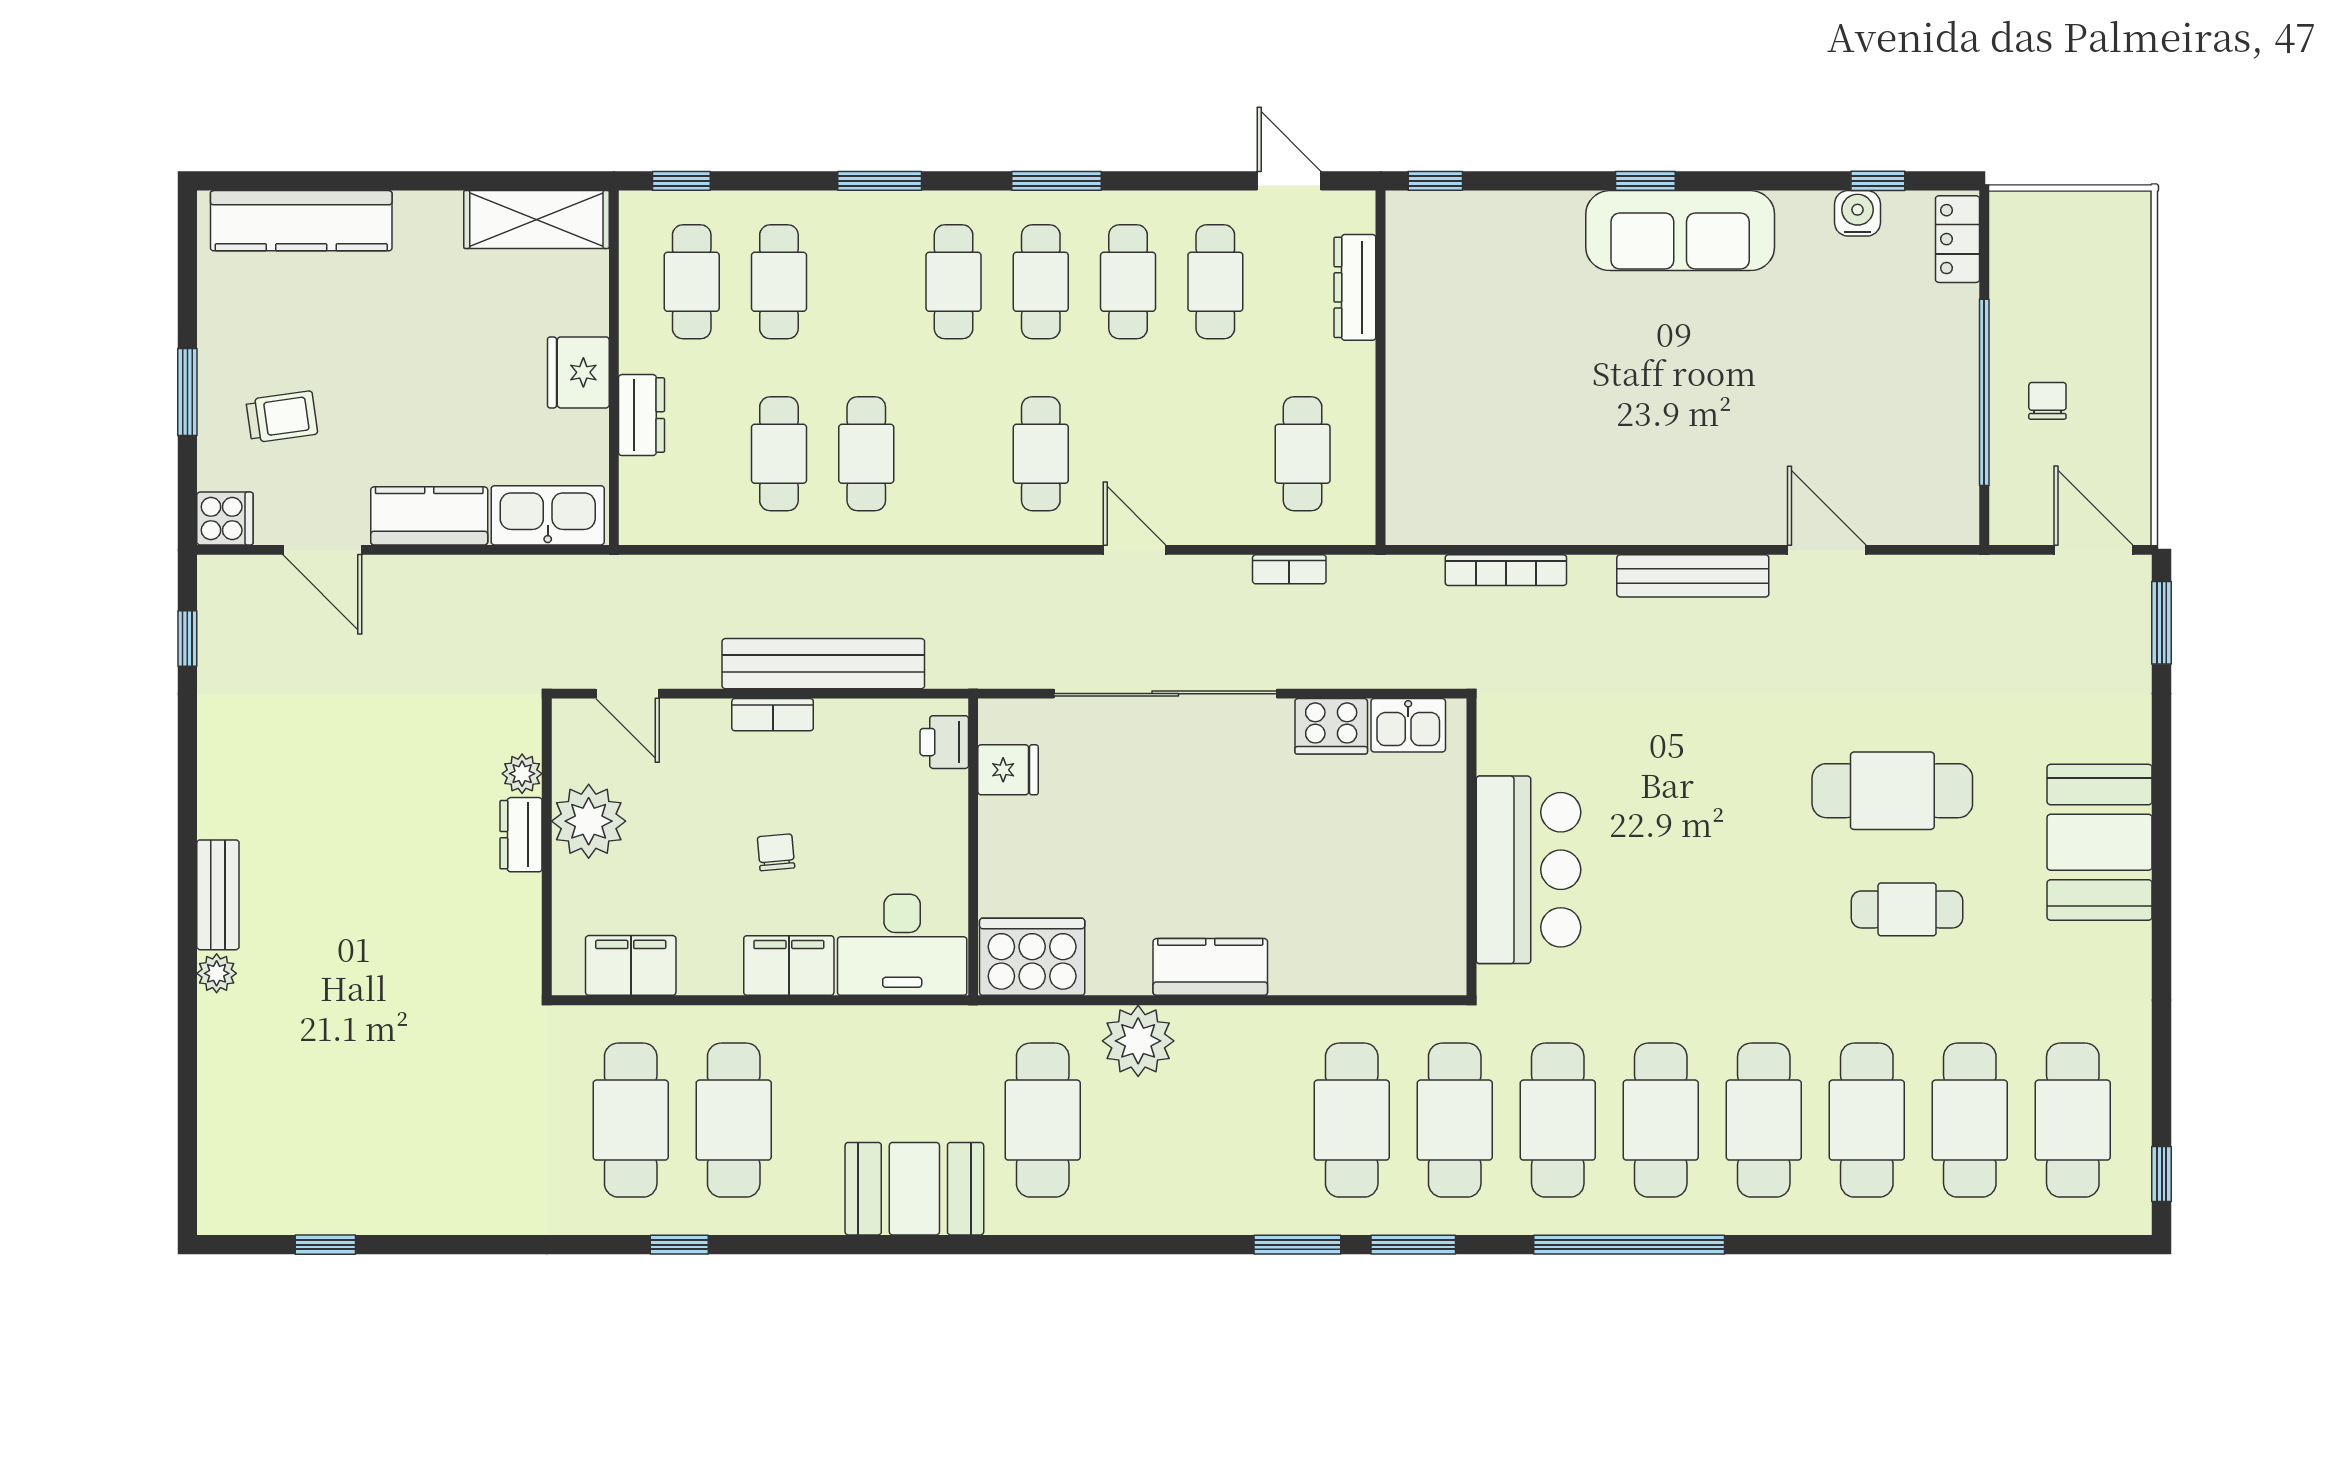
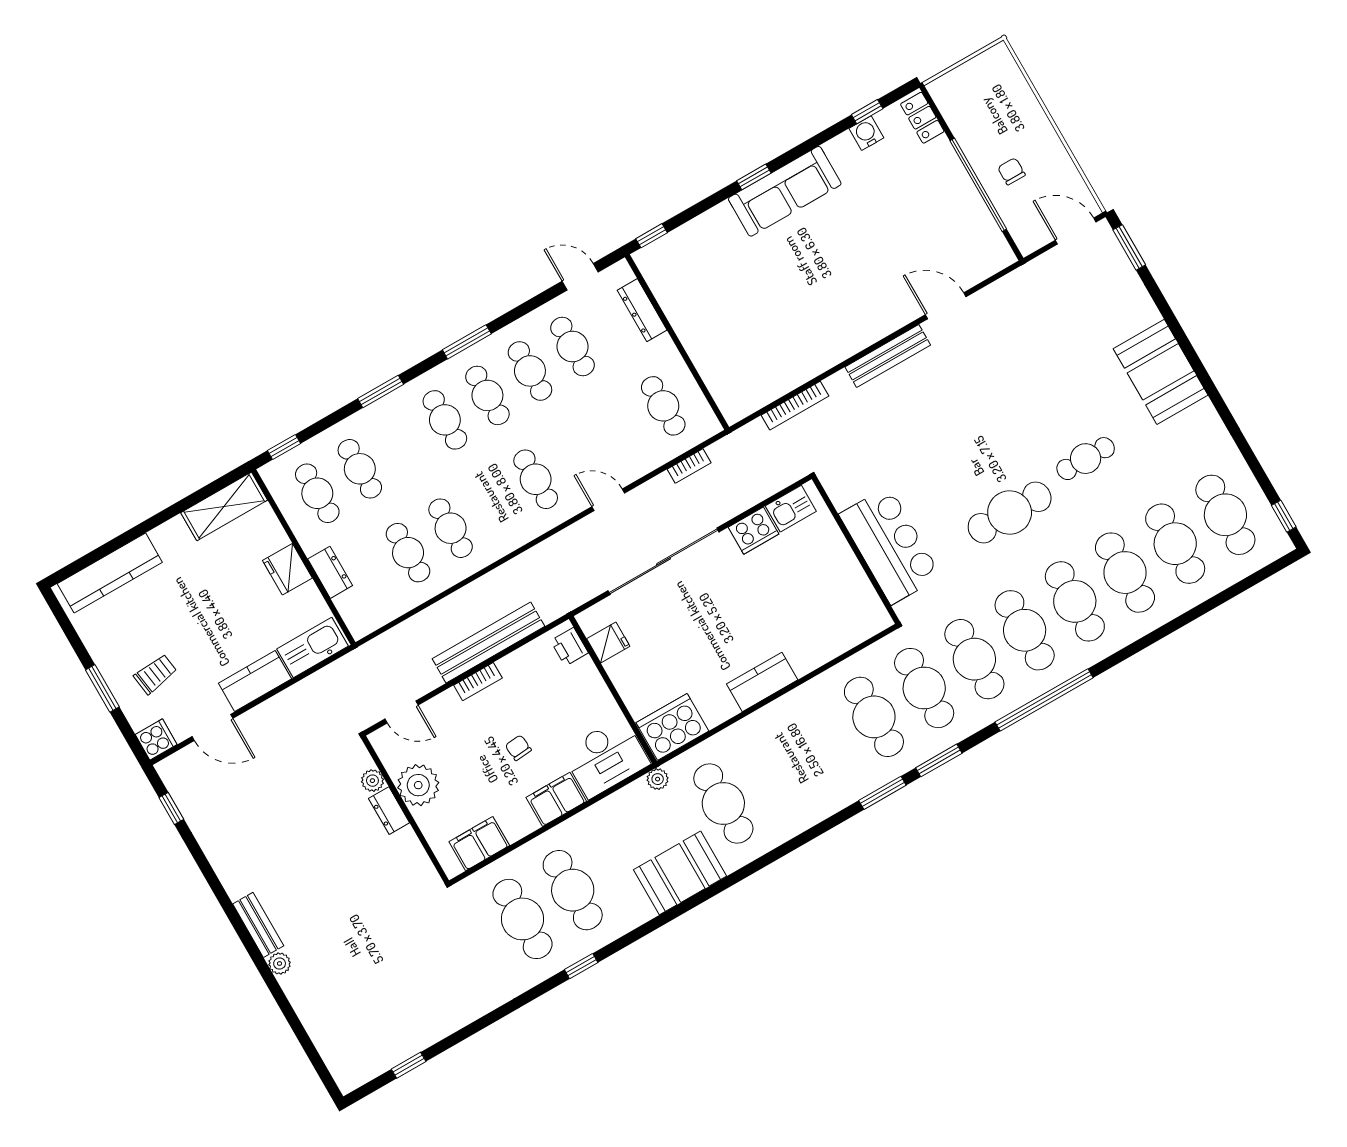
cafe table: (1892, 791) -> (1010, 512), moved
plant: (1138, 1041) -> (658, 779), moved, width x0.53, depth x0.53

